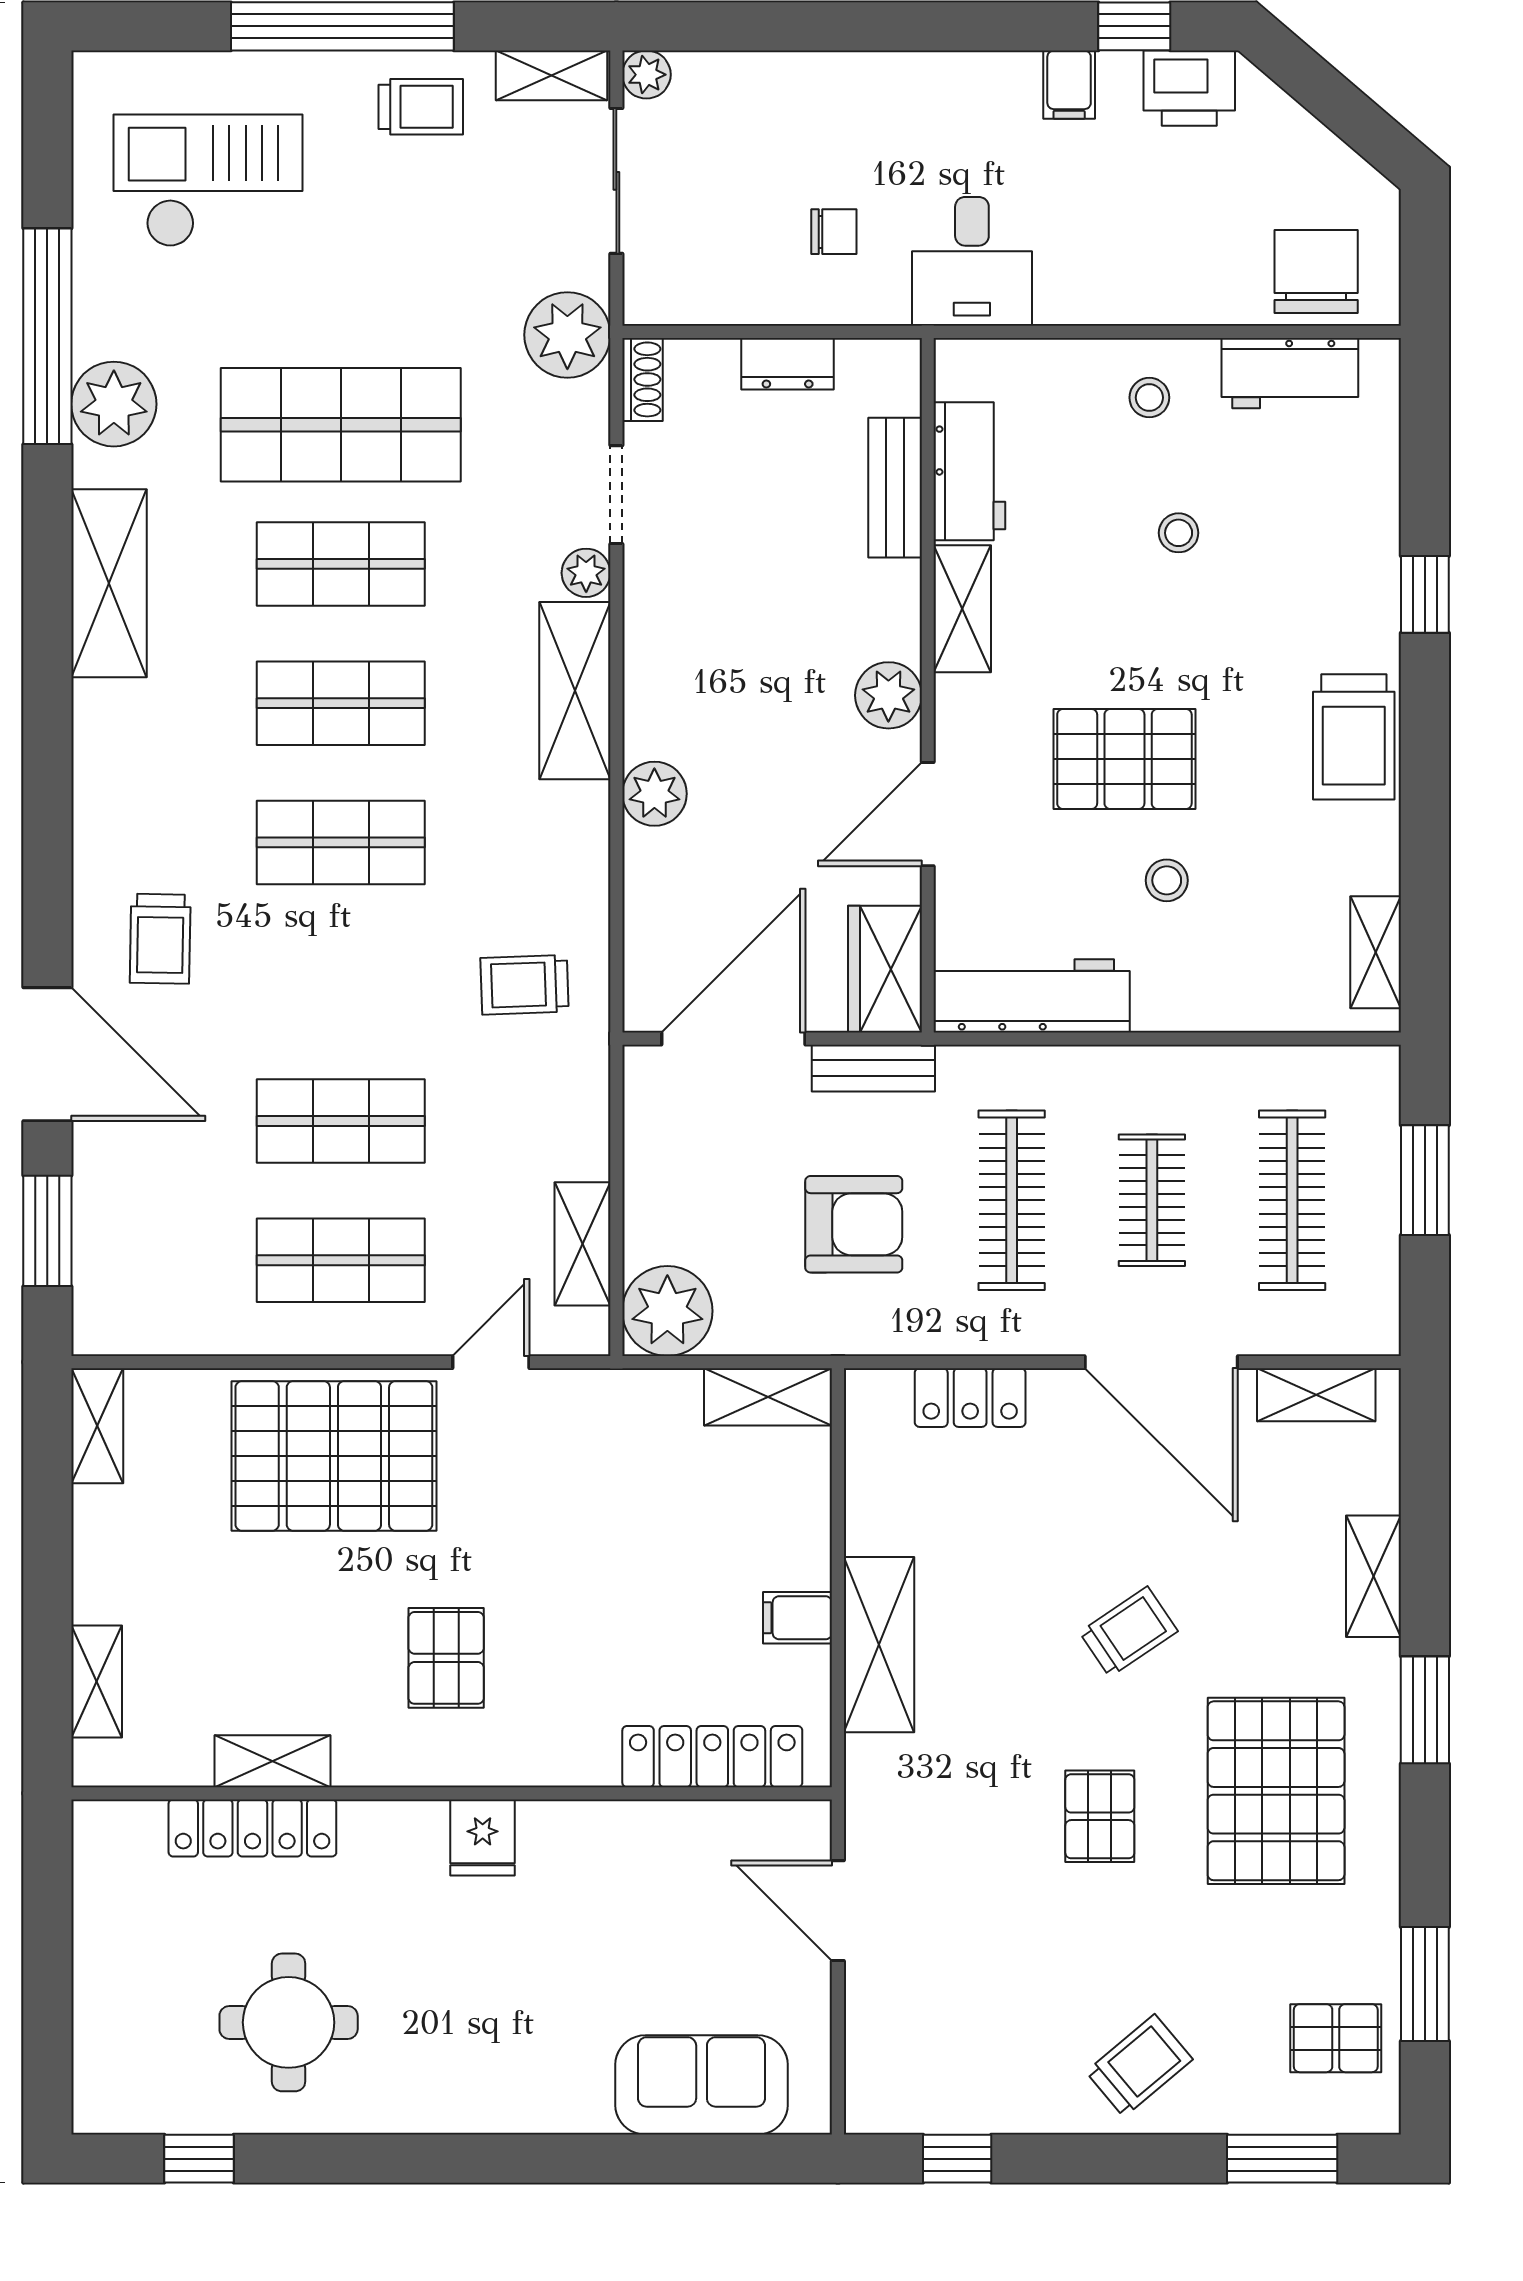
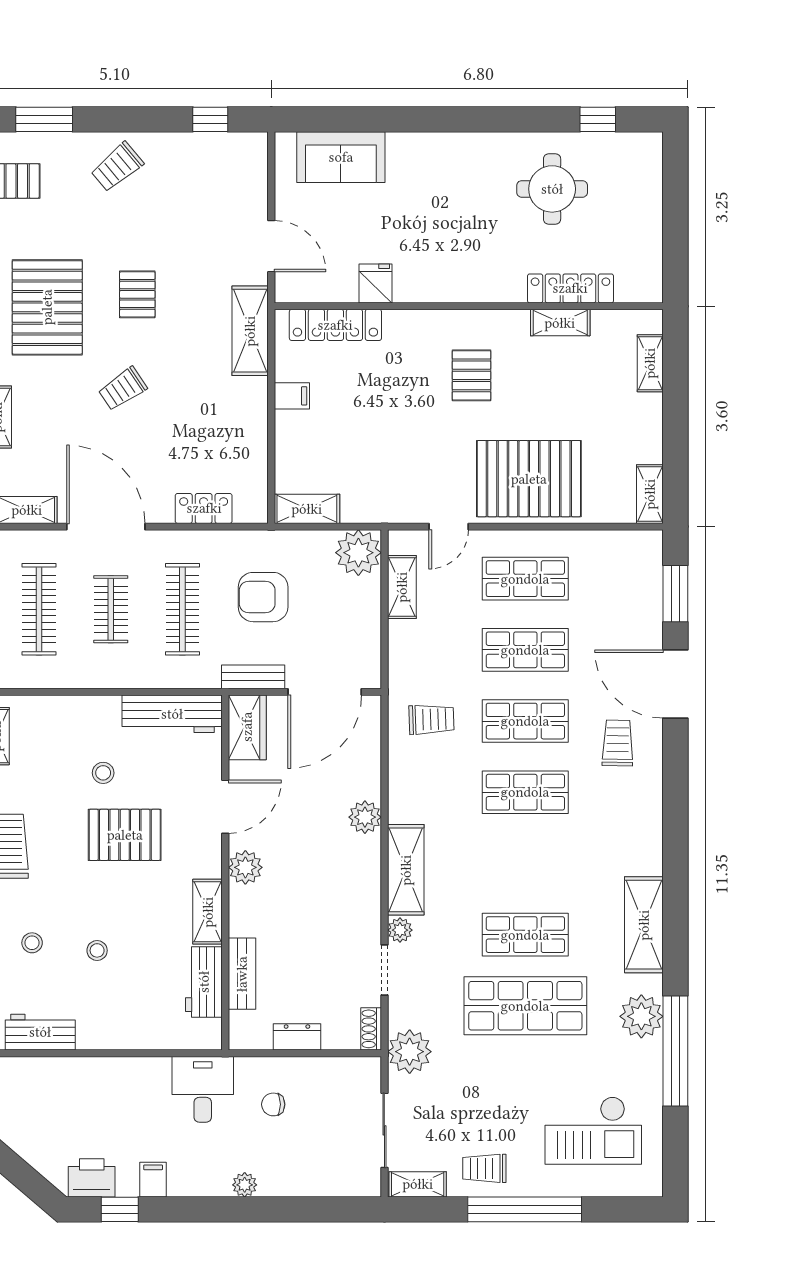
plant: (646, 75) -> (245, 1185), moved
chair: (1316, 272) -> (27, 1084), removed
stool: (1149, 398) -> (32, 943), moved
shop shelf: (341, 703) -> (525, 721), moved
shelving: (879, 1645) -> (250, 331), moved
fridge: (483, 1838) -> (376, 284), moved

